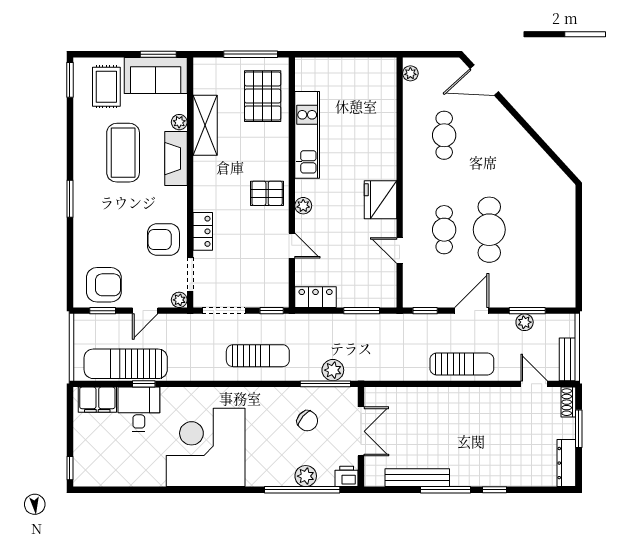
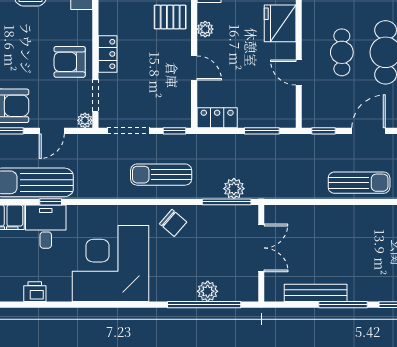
sun lounger: (258, 356) -> (161, 175), turned 180
chair: (307, 421) -> (173, 223), moved
printer: (347, 476) -> (35, 292), moved

